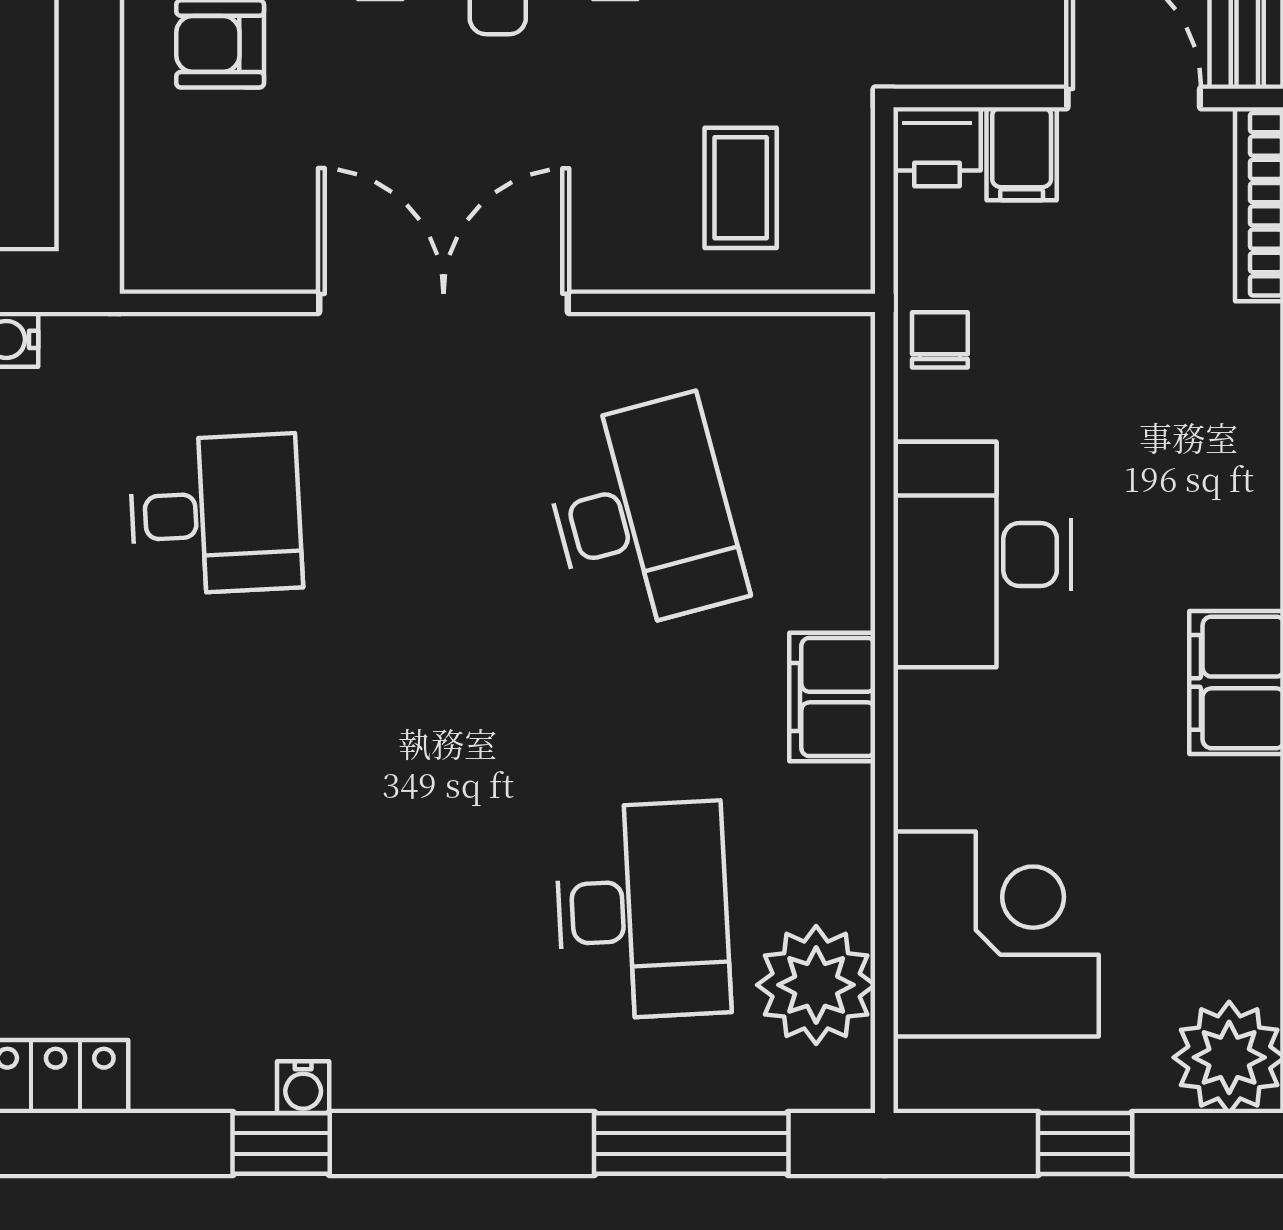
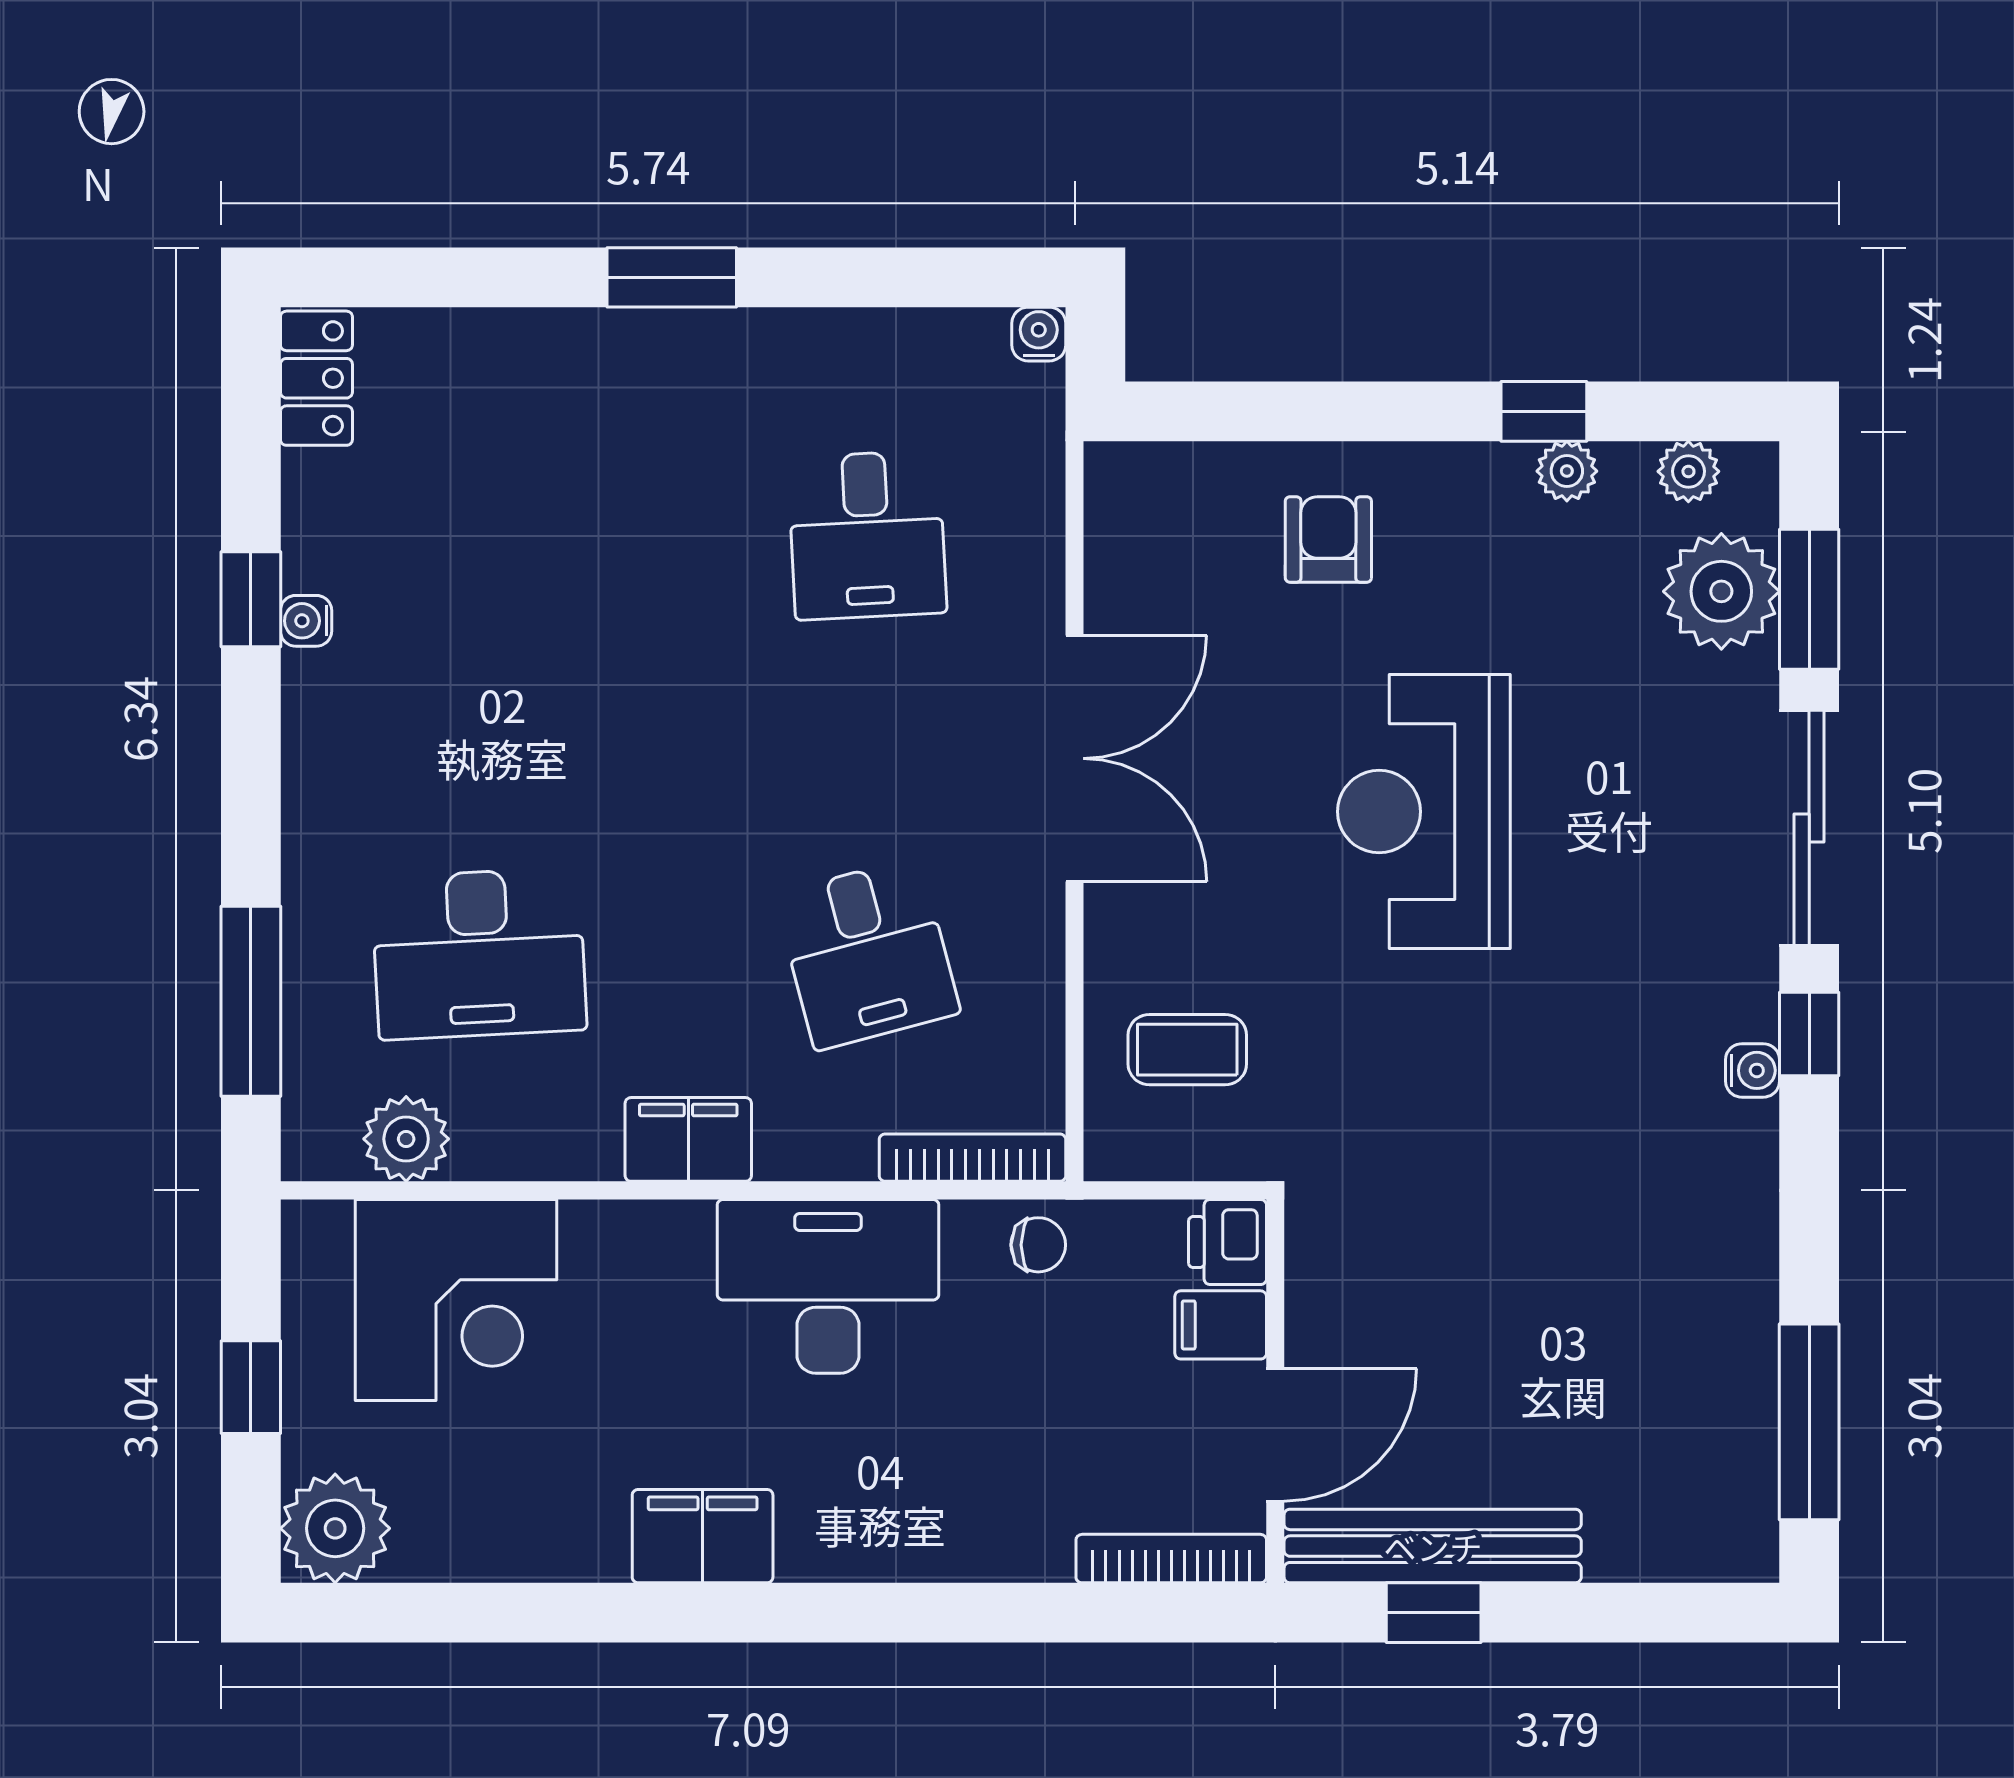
bookcase: (851, 407) -> (972, 1158), added
desk: (643, 515) -> (867, 954), width x0.73
plant: (816, 985) -> (406, 1139), width x0.73, depth x0.73

